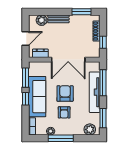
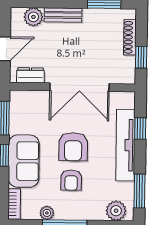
window: (103, 83) -> (140, 129), width x0.46
armchair: (65, 93) -> (73, 147), turned 180
sofa: (37, 97) -> (24, 161), width x0.73

